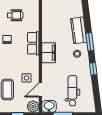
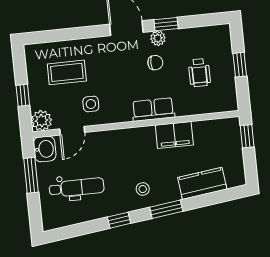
kitchen counter: (79, 30) -> (202, 183), moved
filing cabinet: (49, 53) -> (174, 135), moved
door: (40, 90) -> (72, 131), swing flipped

